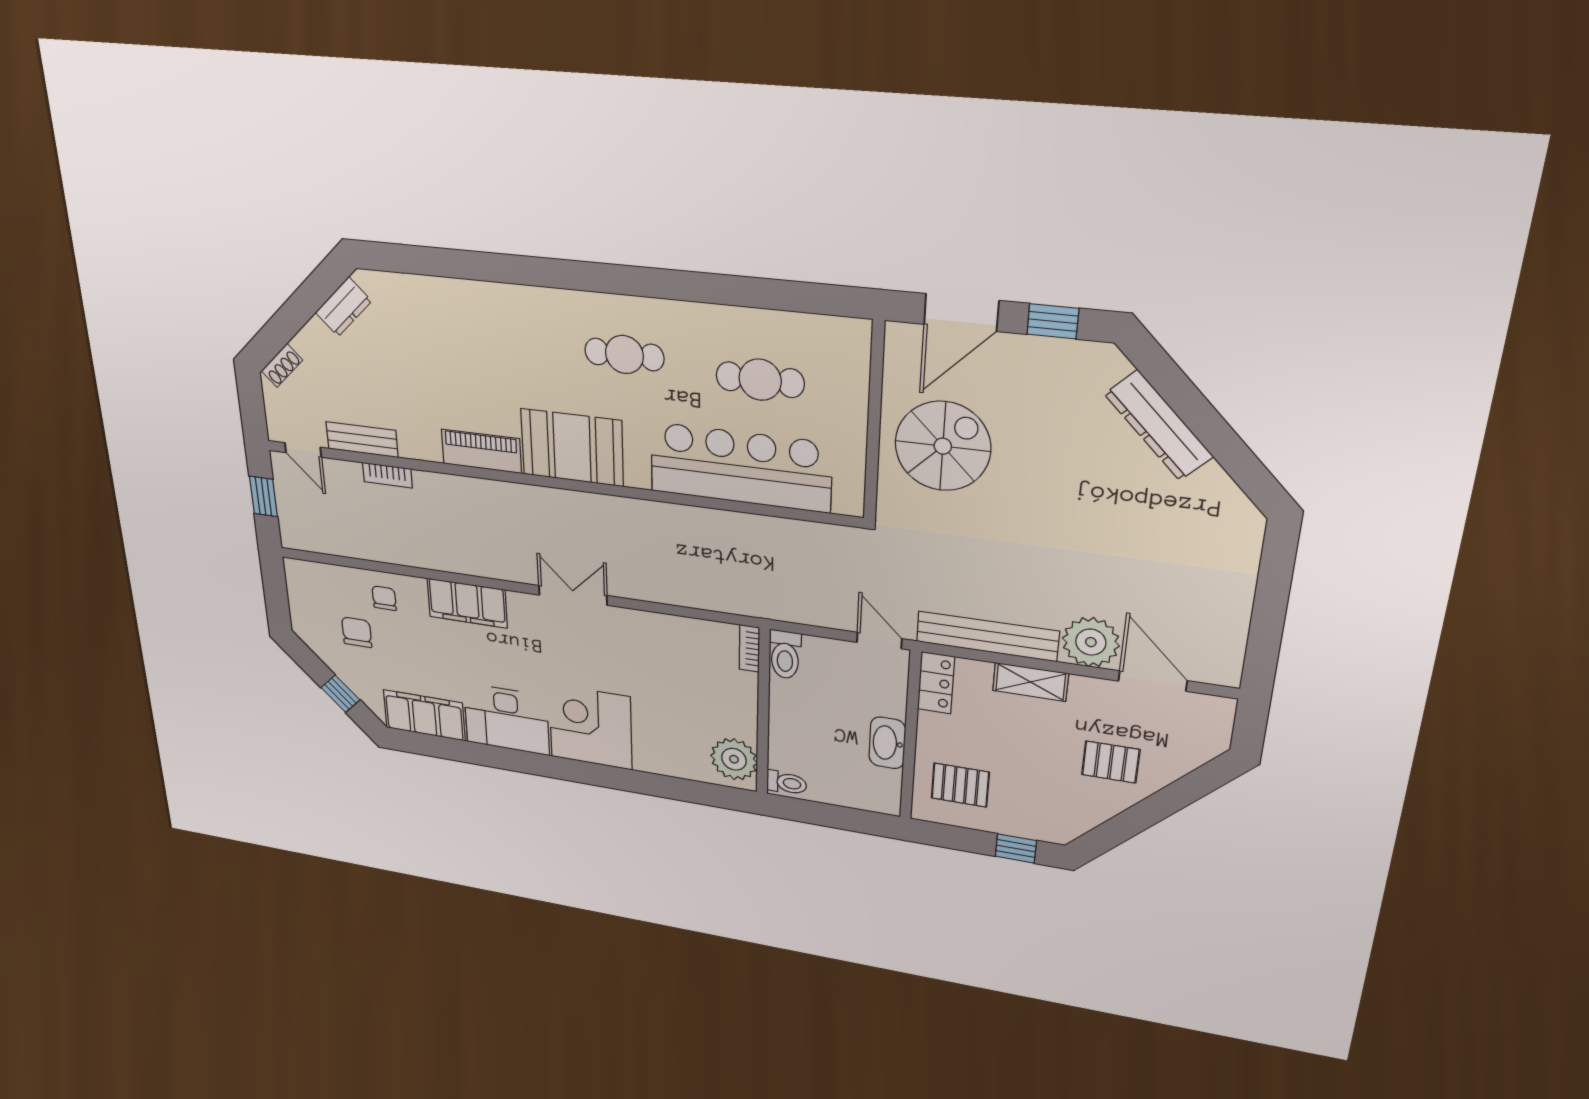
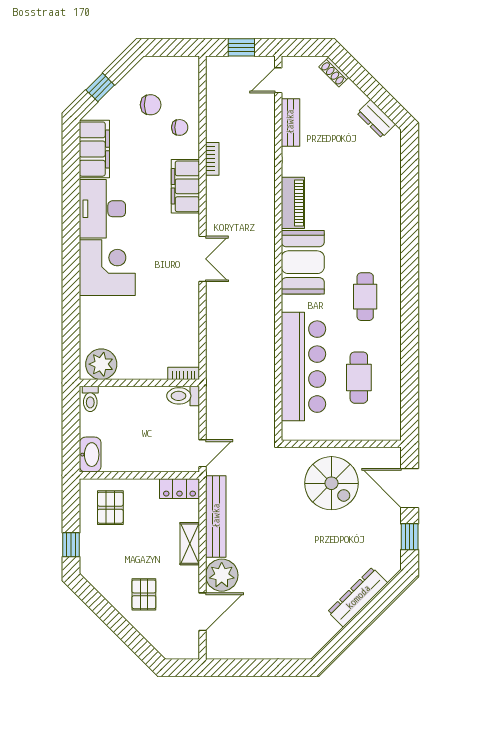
bookcase: (387, 475) -> (212, 159), moved, turned 180
washbasin: (887, 743) -> (90, 455), moved, turned 90

